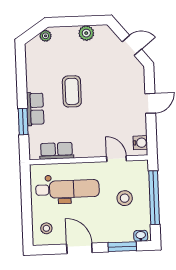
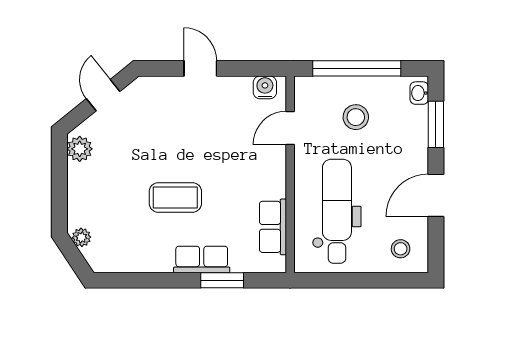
plant: (86, 33) -> (80, 149), moved

